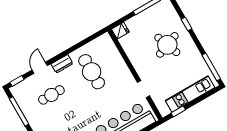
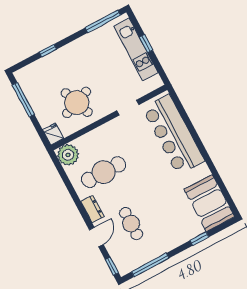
plant: (104, 43) -> (68, 155), added
round table: (167, 45) -> (77, 103), moved
door: (40, 68) -> (96, 237), swing flipped
window: (178, 111) -> (146, 44), moved

